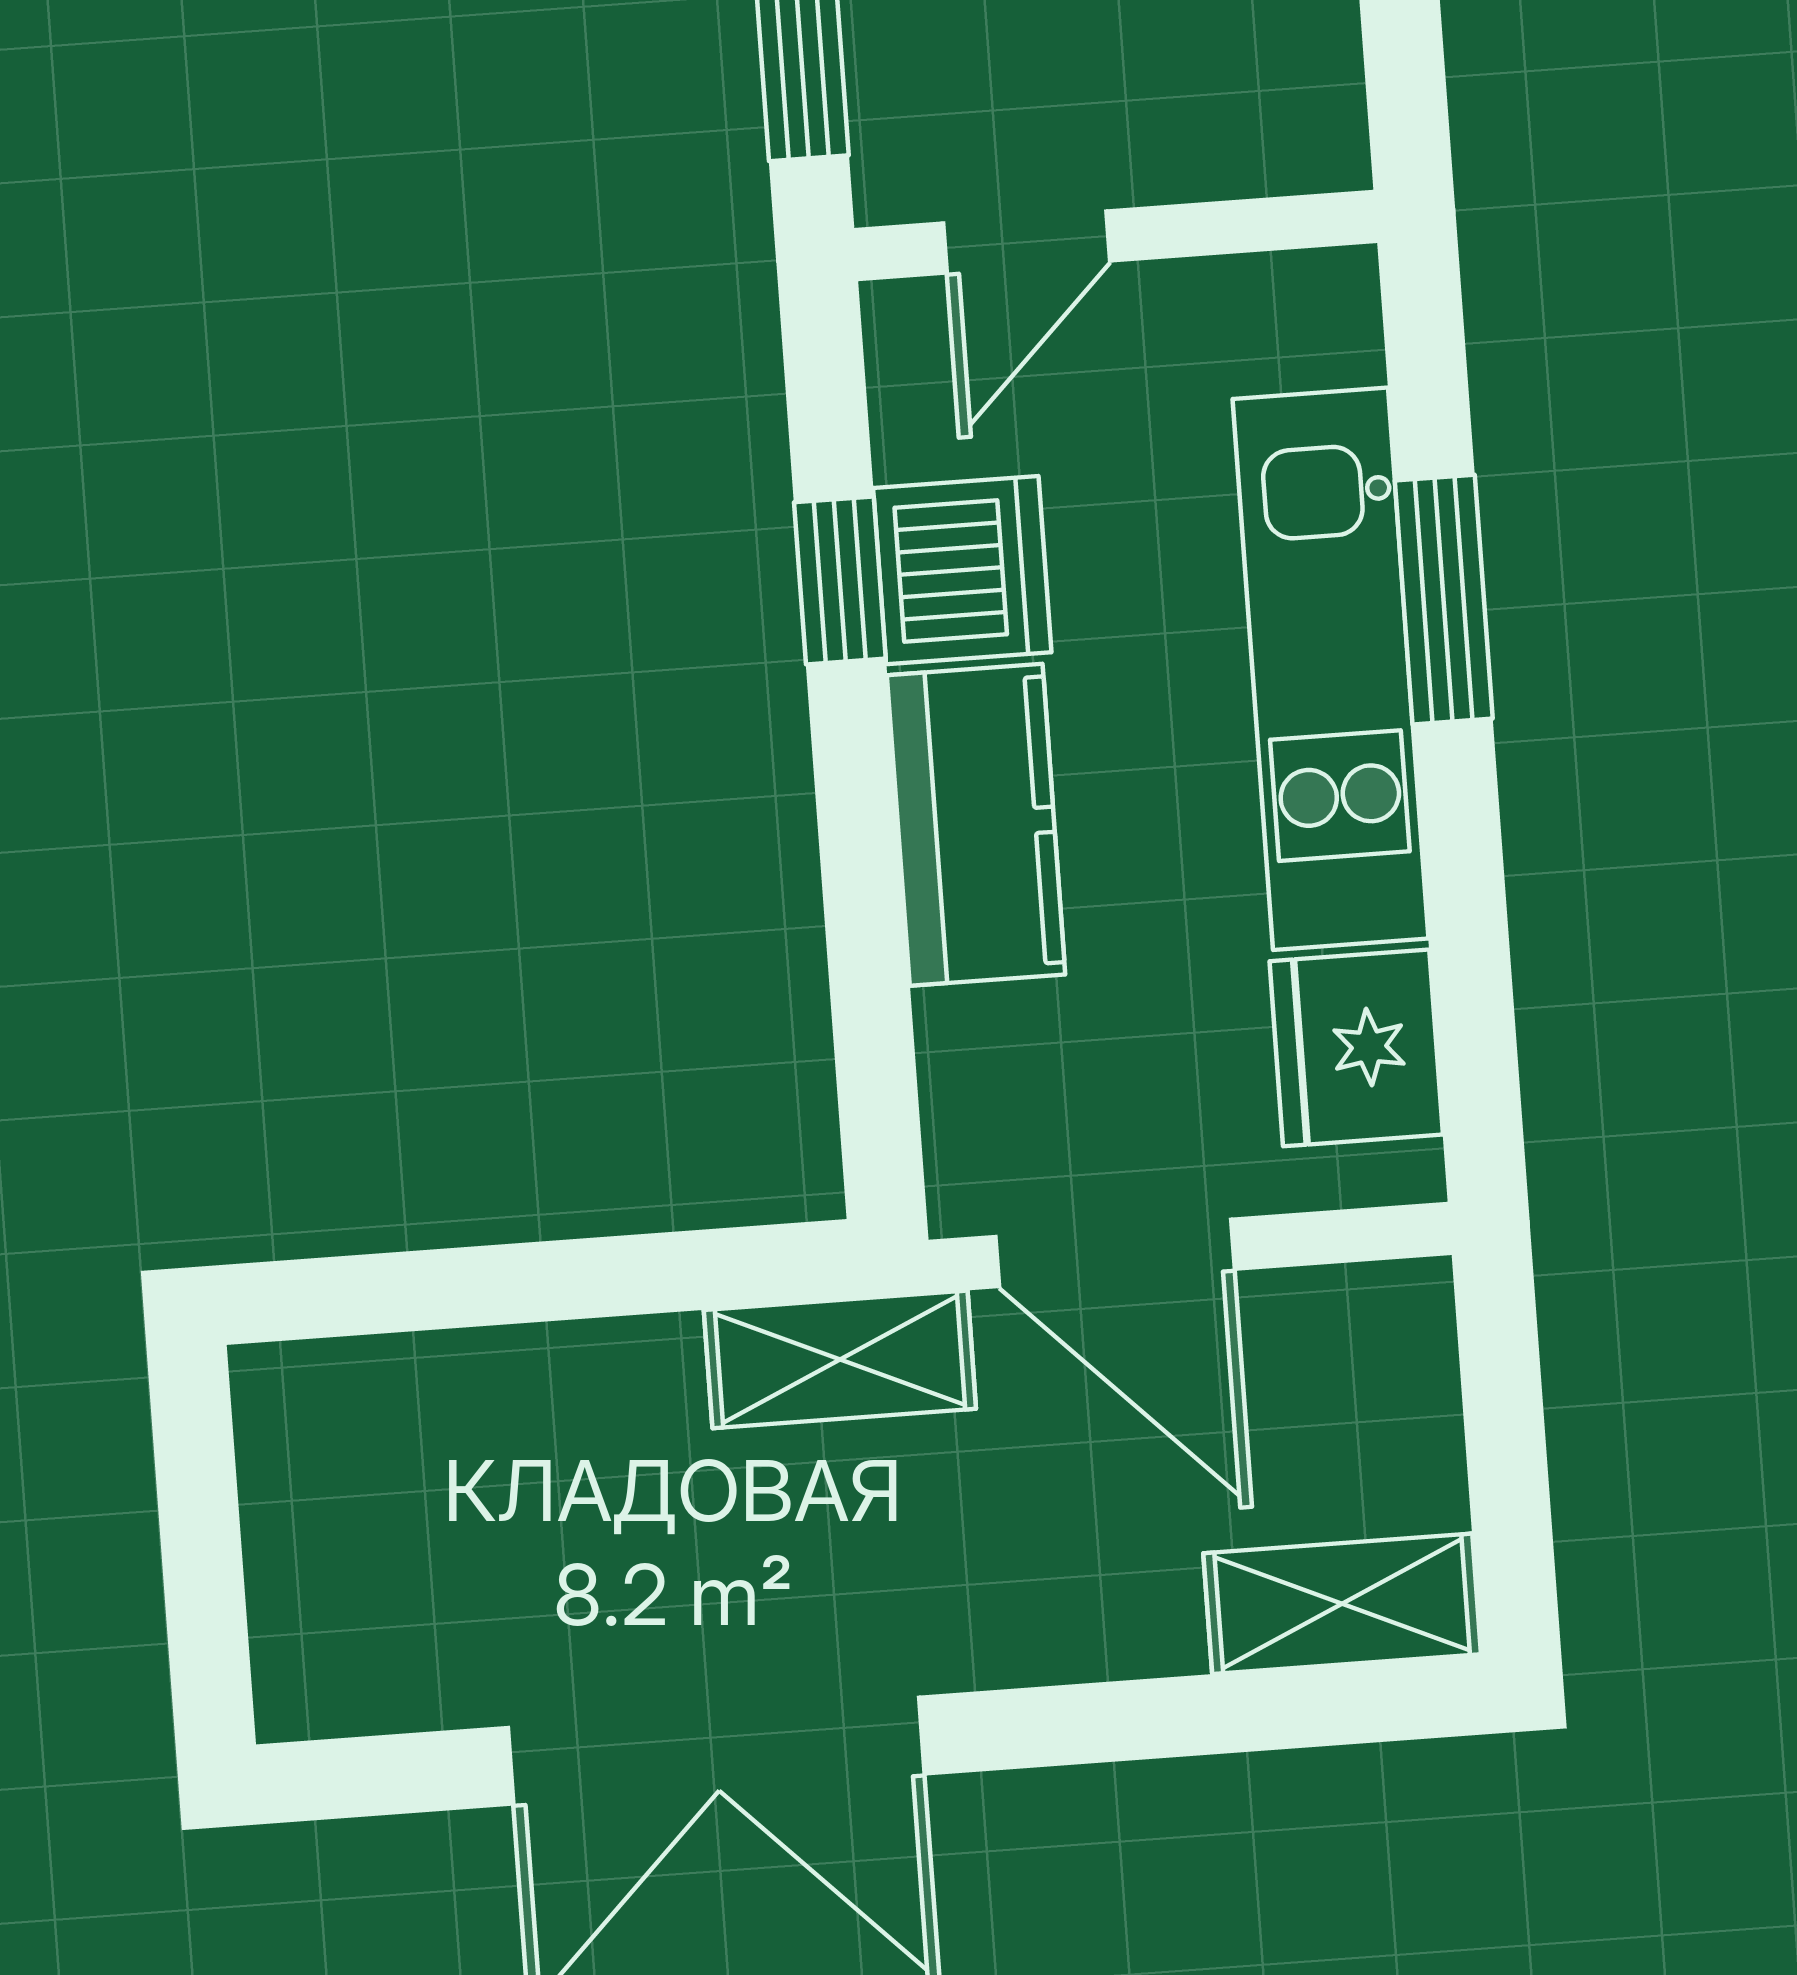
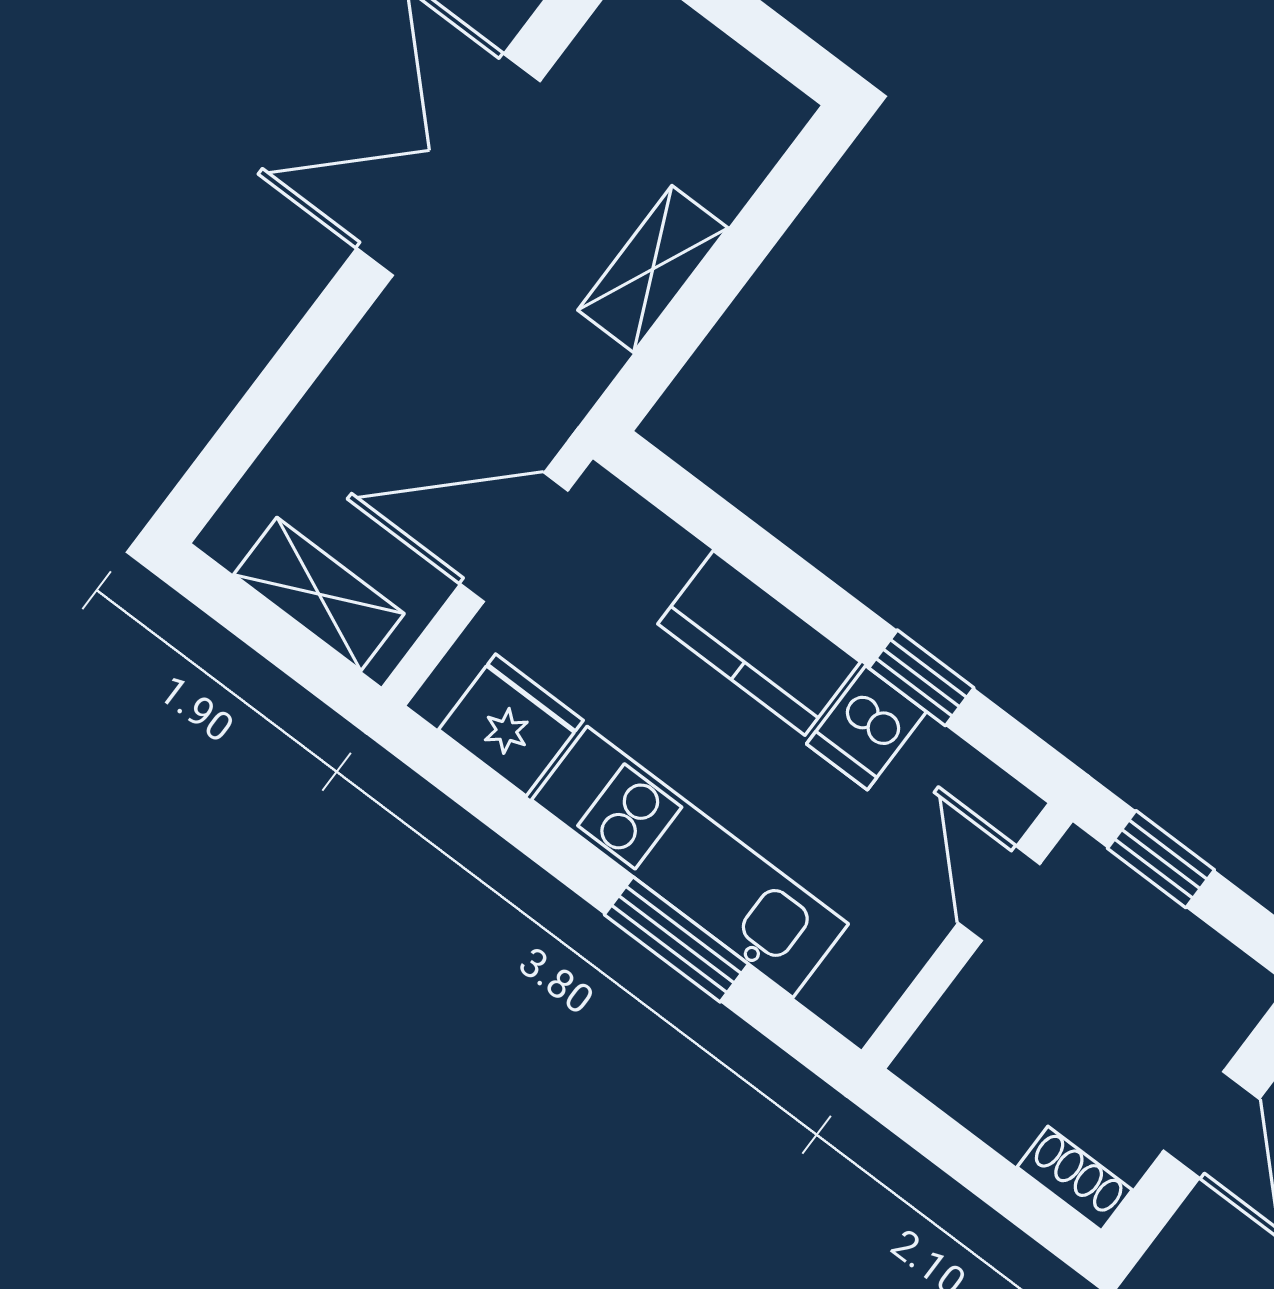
dishwasher: (962, 570) -> (867, 728), width x0.73
shelving: (840, 1359) -> (653, 269), moved
shelving: (1342, 1604) -> (319, 594), moved, turned 90

